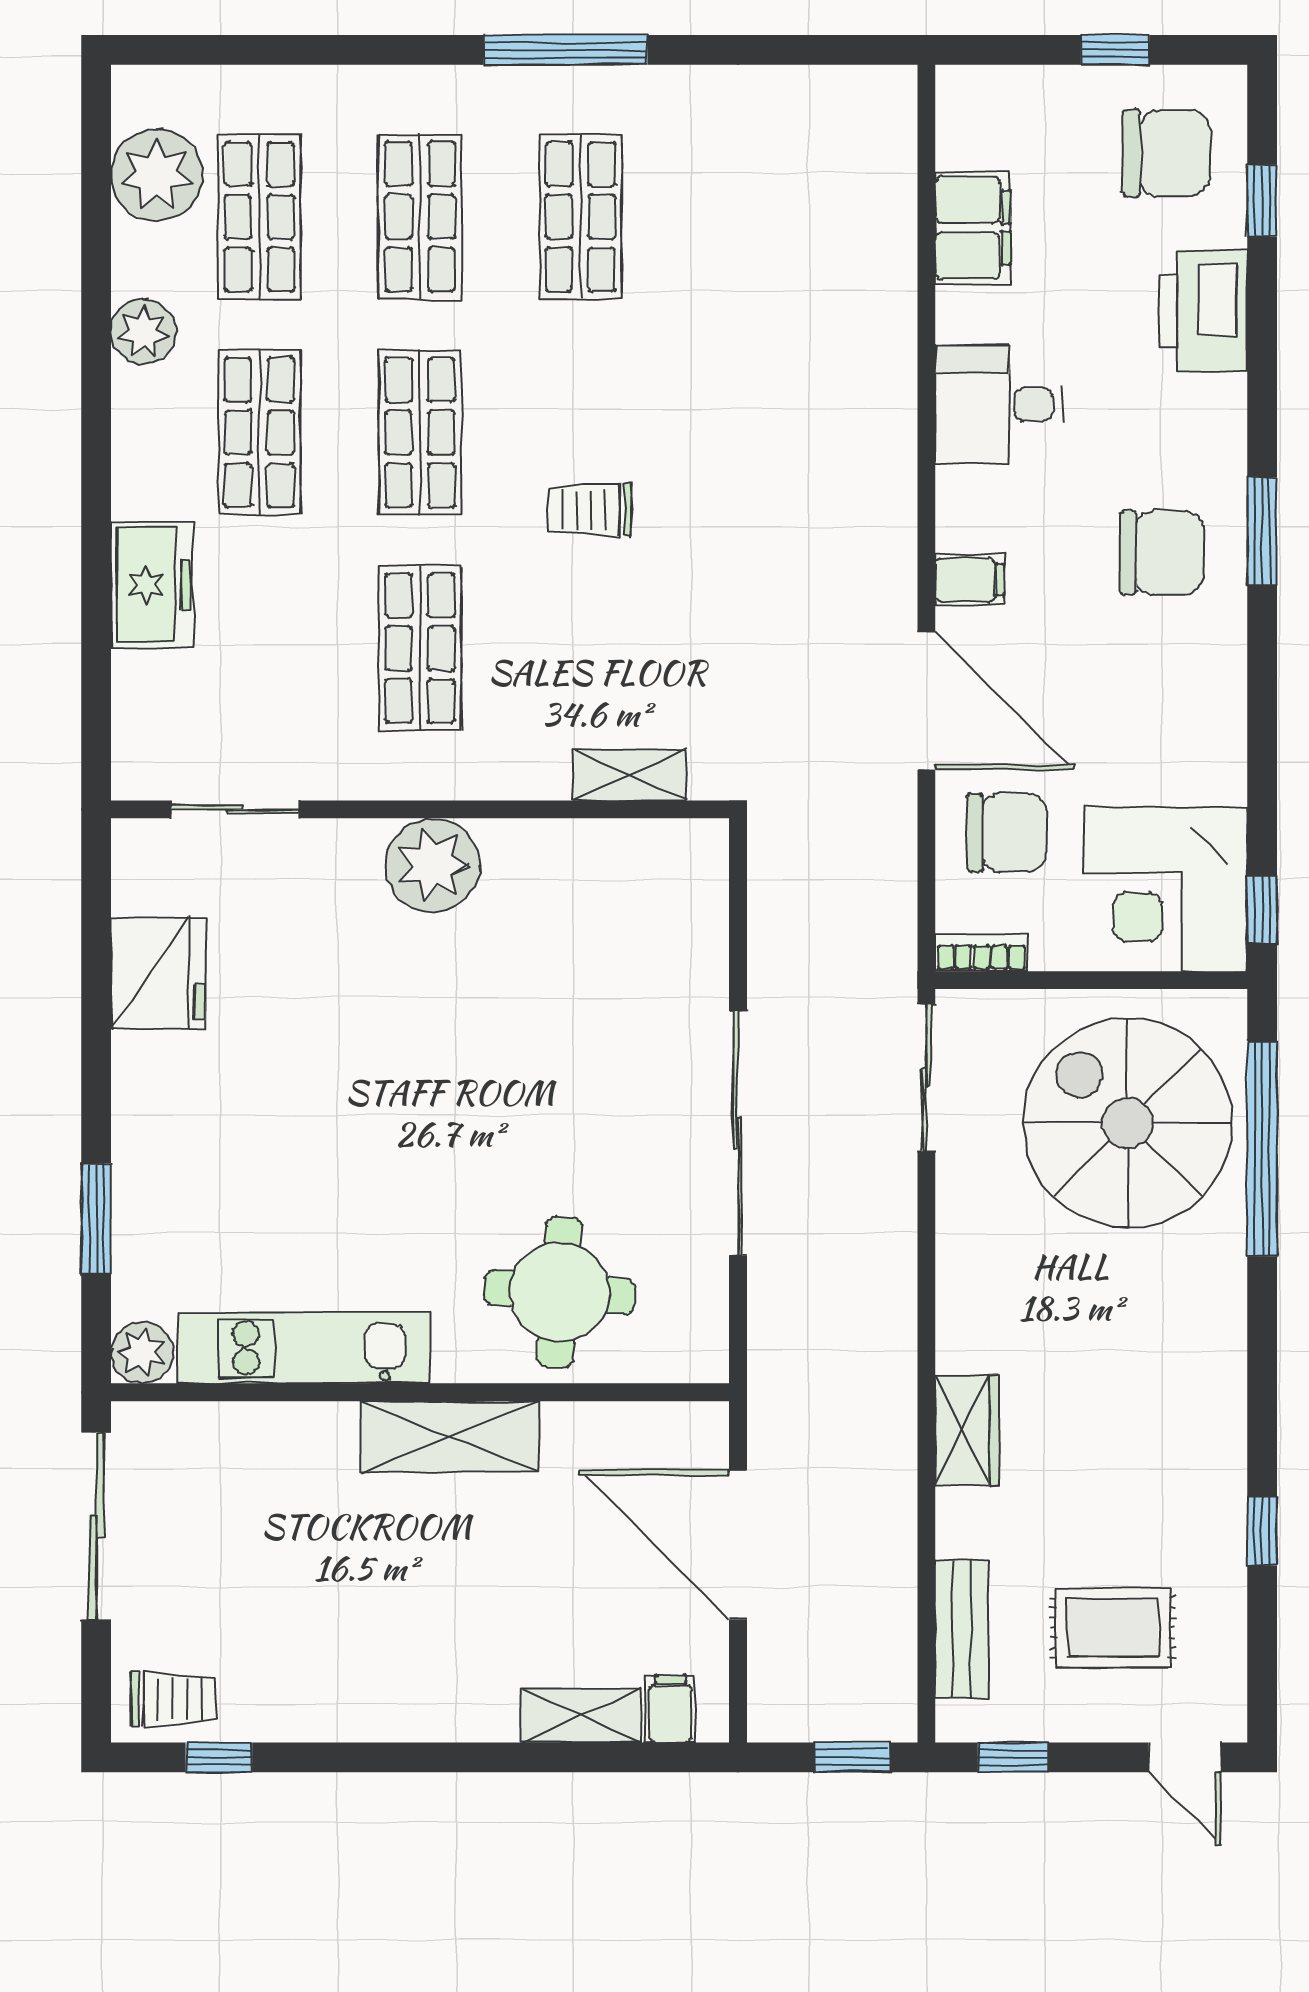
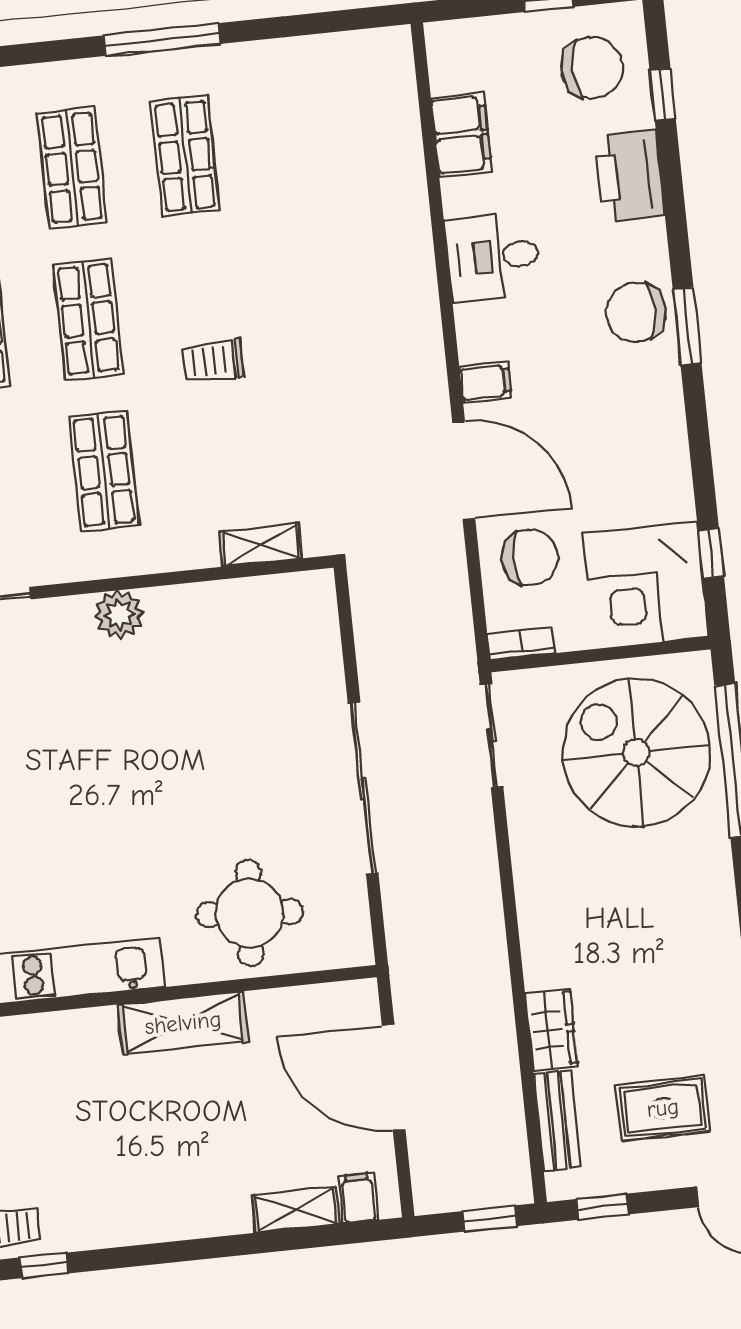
chair: (1162, 553) -> (636, 312), moved, turned 180
plant: (433, 865) -> (119, 615), width x0.73, depth x0.73
window: (1262, 909) -> (711, 553), moved
wardrobe: (967, 1430) -> (551, 1029), moved

